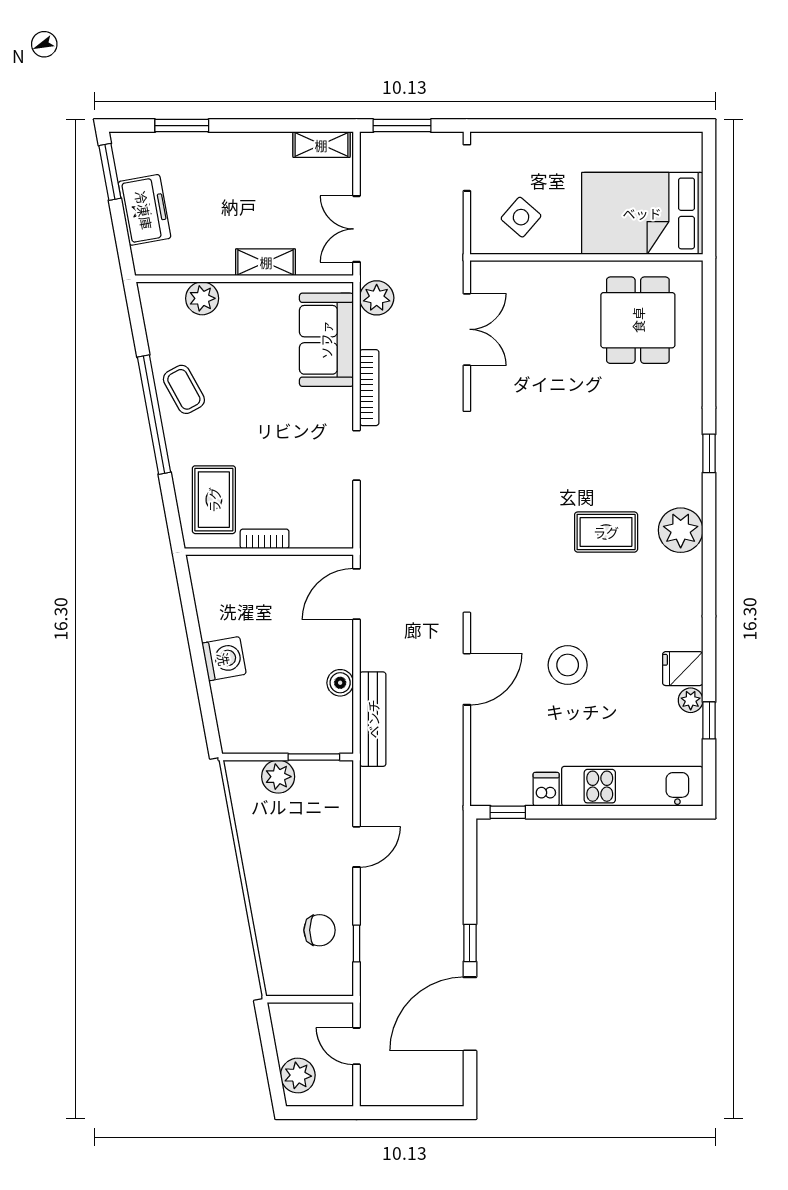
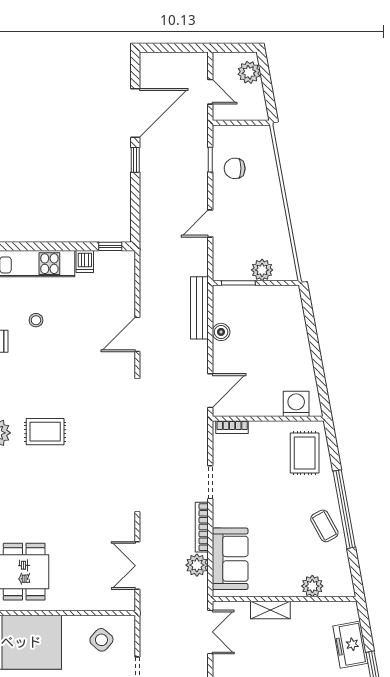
plant: (377, 298) -> (197, 565), moved
bookcase: (265, 539) -> (232, 427), moved
washing machine: (224, 659) -> (296, 404), moved, turned 100
stool: (568, 665) -> (36, 320), moved, width x0.53, depth x0.53

